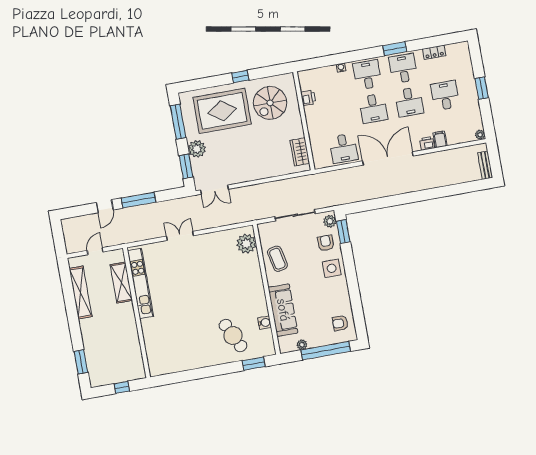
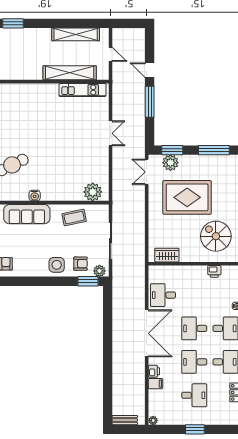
rug: (222, 111) -> (187, 197), moved, turned 90
plant: (197, 149) -> (170, 163), moved
shelving: (121, 282) -> (70, 73), width x1.47
kitchen unit: (140, 284) -> (82, 90), width x0.73
water cooler: (265, 323) -> (35, 196), moved

